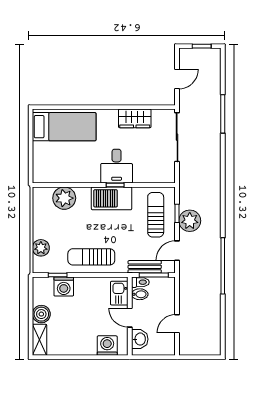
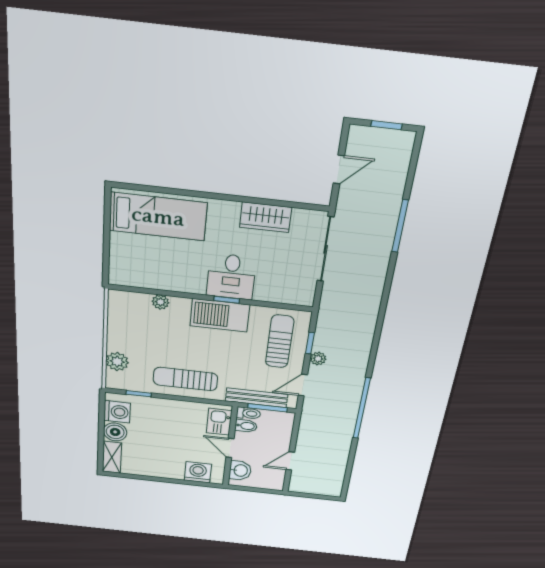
plant: (64, 198) -> (160, 302), width x0.53, depth x0.53
plant: (190, 221) -> (318, 359), width x0.53, depth x0.53
bench: (145, 267) -> (256, 398), width x1.36
washing machine: (64, 286) -> (117, 412), moved, turned -90

